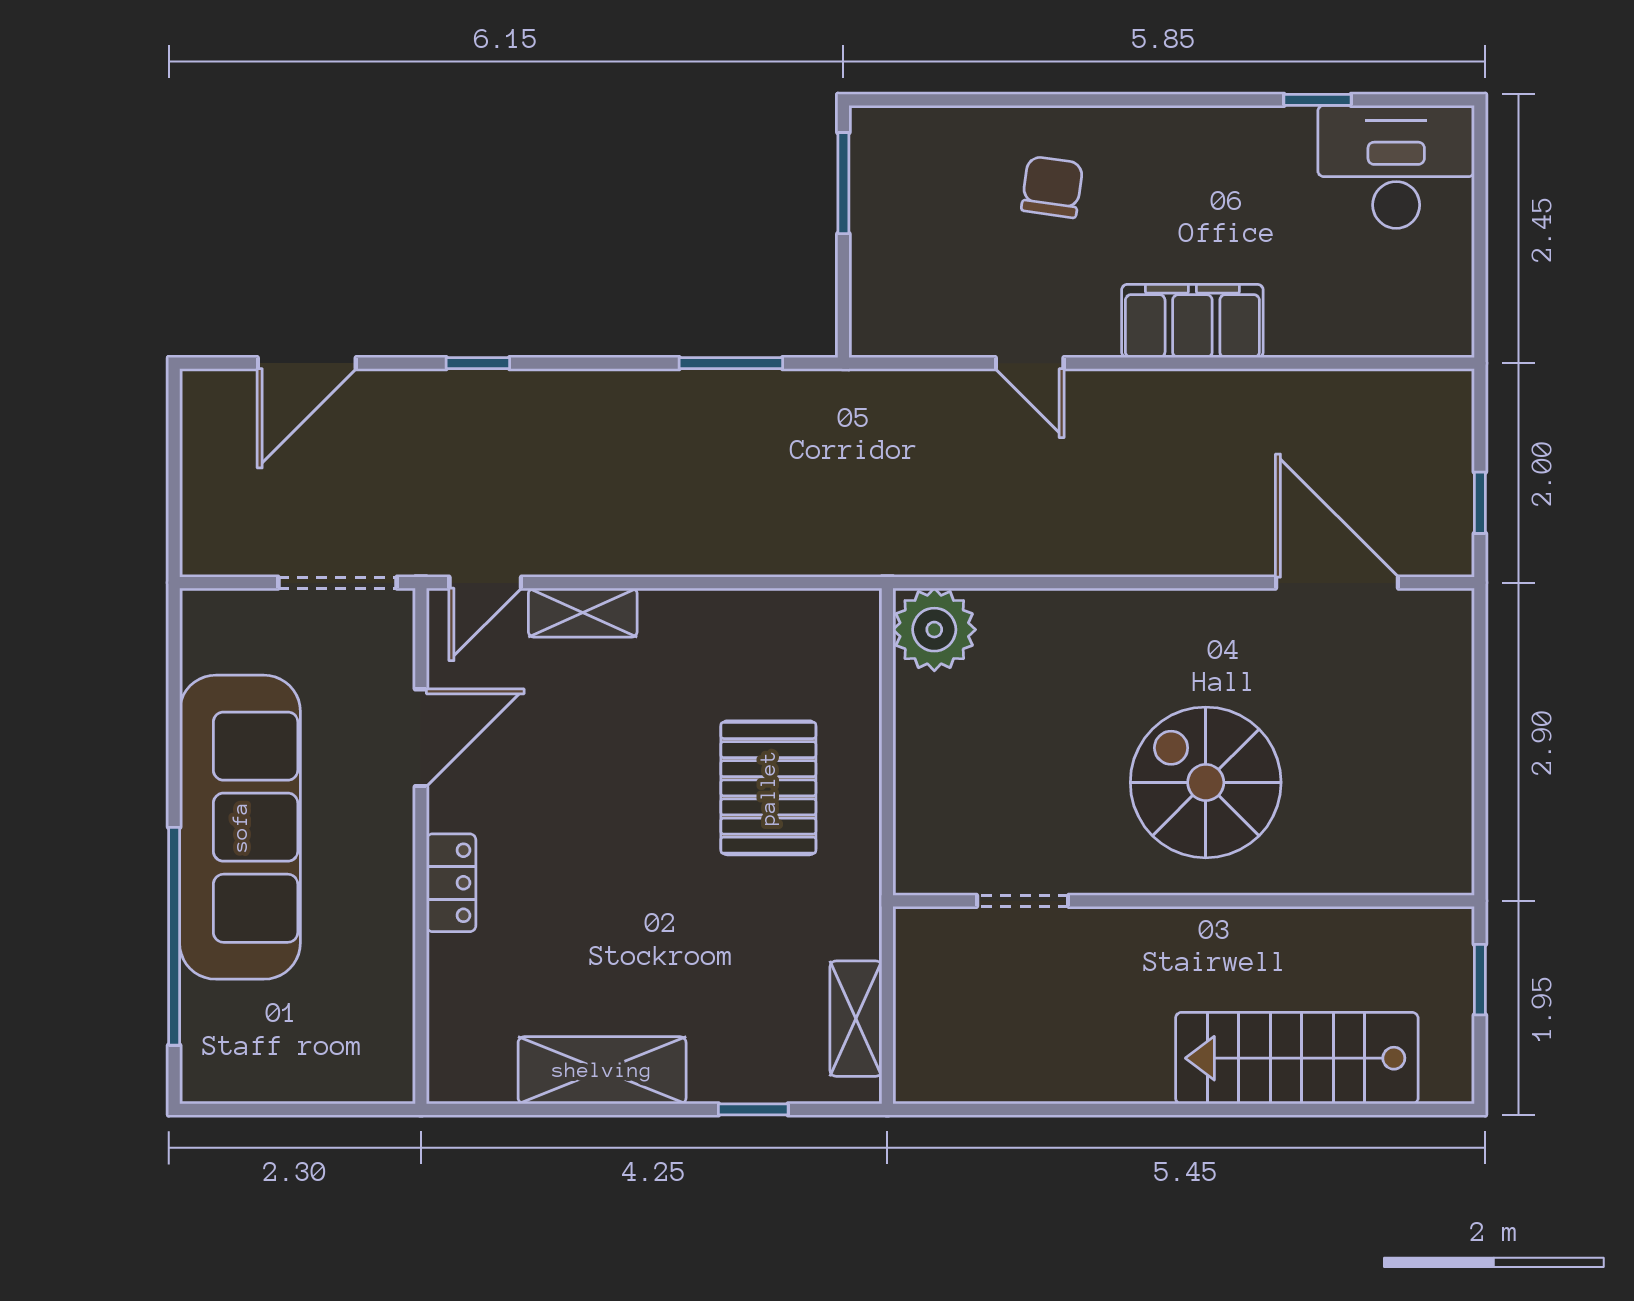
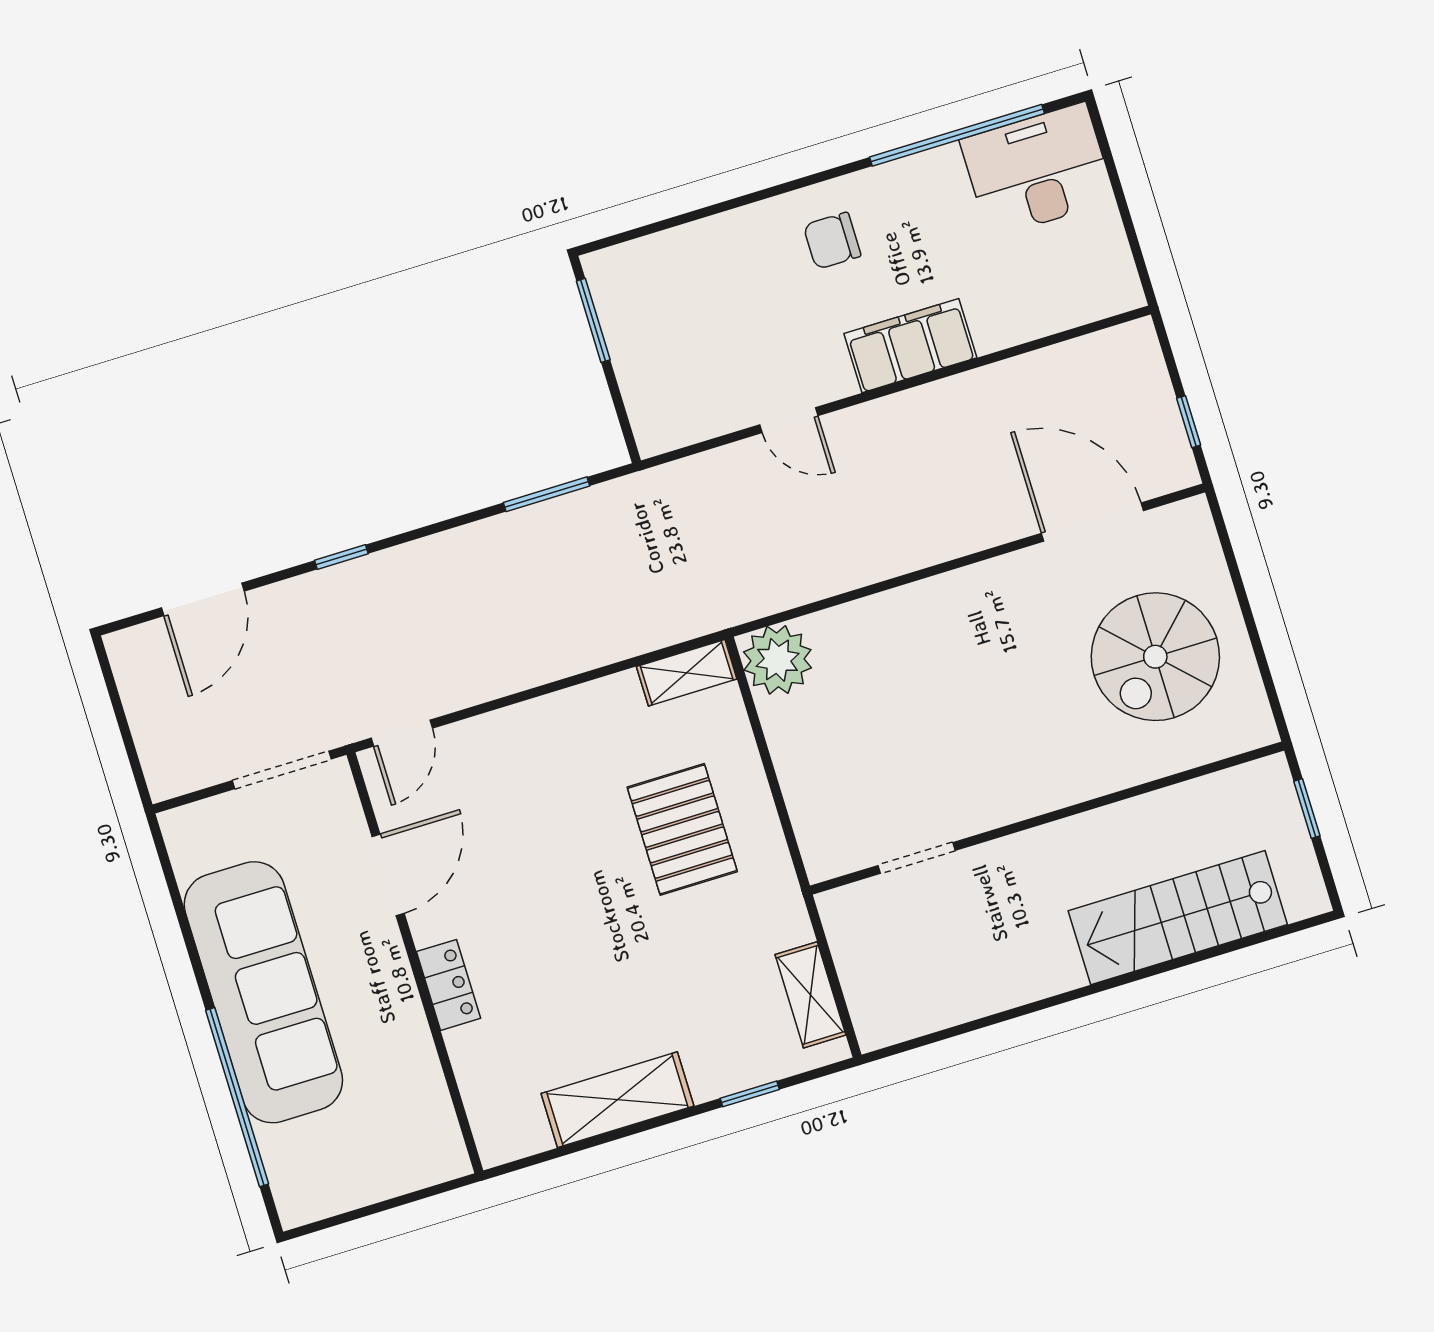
window: (1317, 100) -> (957, 135), width x3.17
chair: (1052, 187) -> (832, 241), moved, turned -98
shelving: (583, 613) -> (687, 673), moved
spiral stairs: (1206, 782) -> (1155, 657), moved, turned -90

